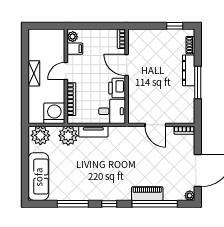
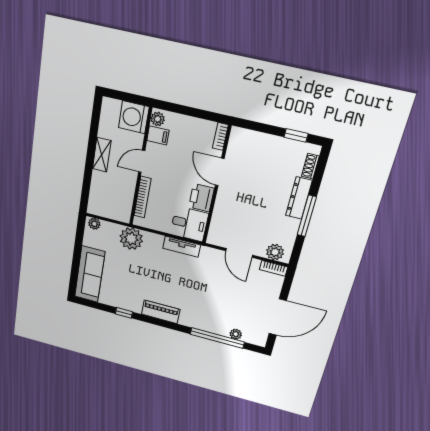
washing machine: (54, 113) -> (134, 117), moved, turned -90
plant: (182, 117) -> (275, 252), added
tv unit: (93, 132) -> (182, 247), moved
plant: (40, 135) -> (94, 224), width x0.53, depth x0.53
piano: (147, 194) -> (161, 312), moved
plant: (190, 196) -> (236, 334), moved
window: (73, 204) -> (124, 313), width x0.46
window: (109, 204) -> (165, 324), removed

